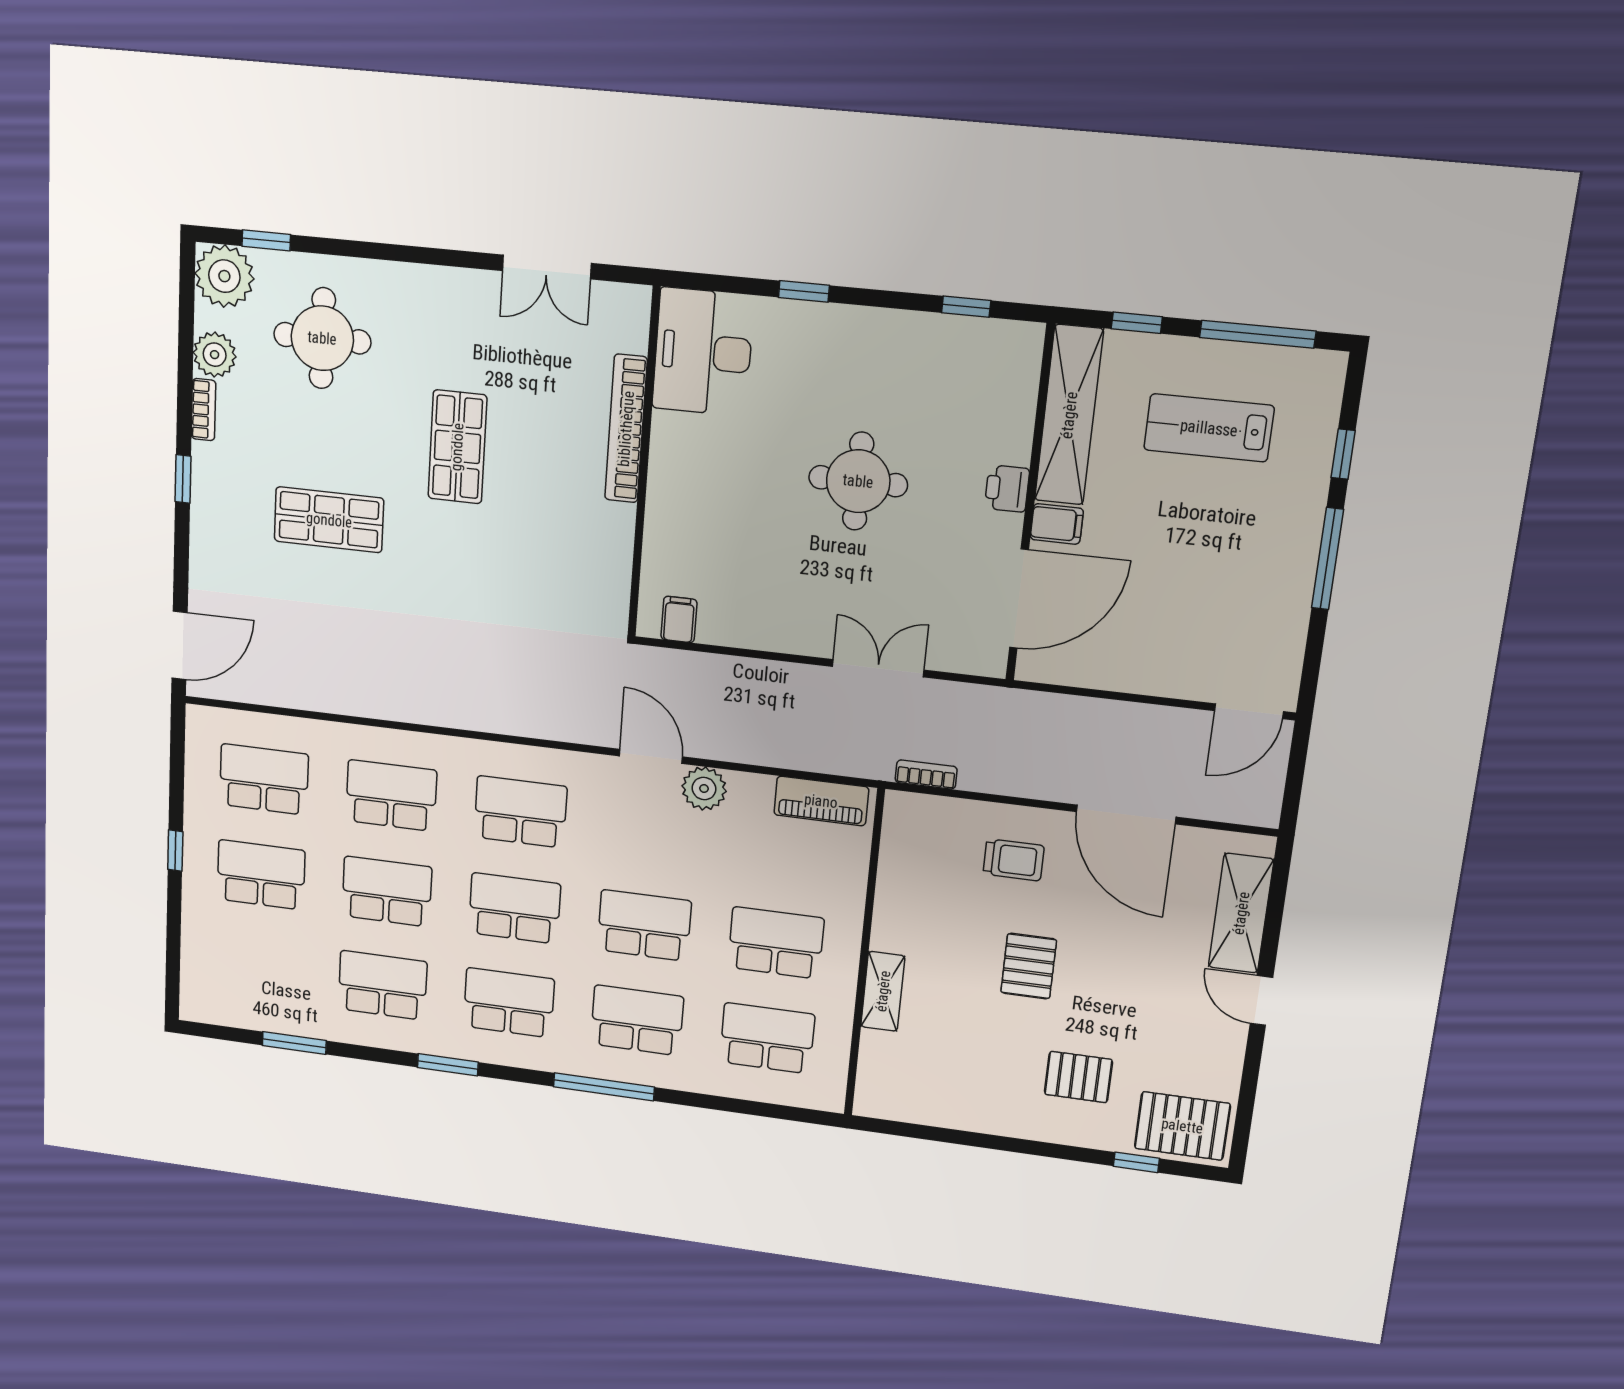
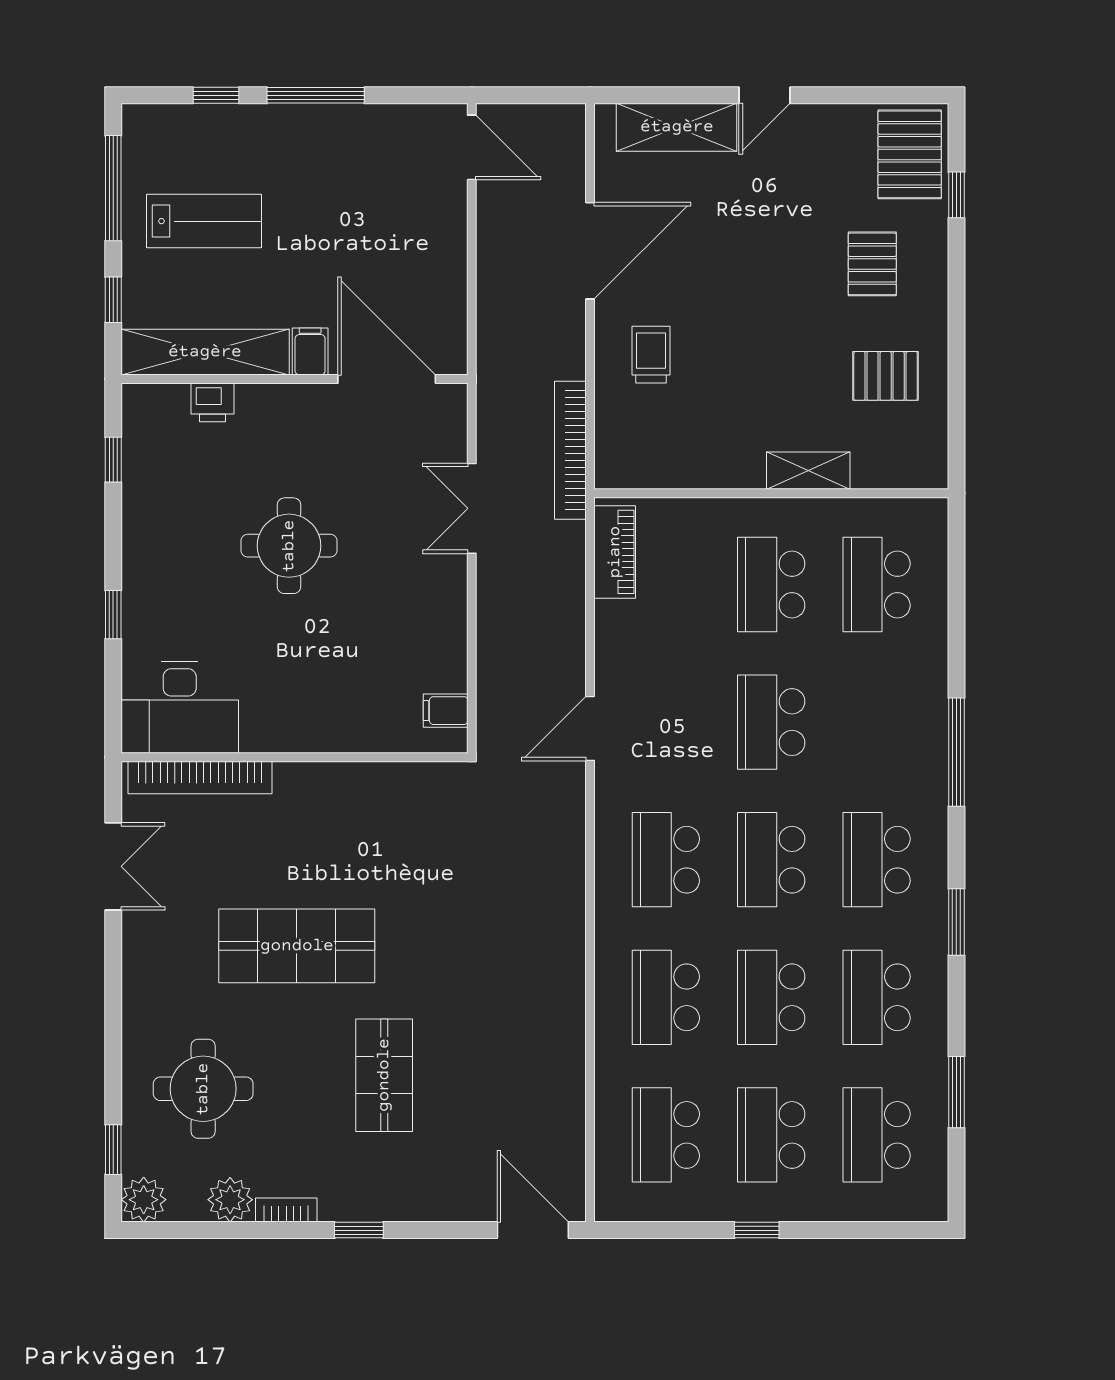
plant: (224, 276) -> (144, 1200), width x0.73, depth x0.73
lab bench: (1209, 428) -> (204, 221), turned -90
bookcase: (626, 429) -> (200, 778), moved
shop shelf: (457, 447) -> (297, 946), width x1.43, depth x1.36
printer: (1007, 489) -> (213, 402), moved
bookcase: (926, 775) -> (570, 450), width x2.31, depth x1.31
plant: (704, 789) -> (617, 672), removed
pallet: (1029, 966) -> (886, 376), moved
school desk: (637, 1020) -> (877, 1135), moved

